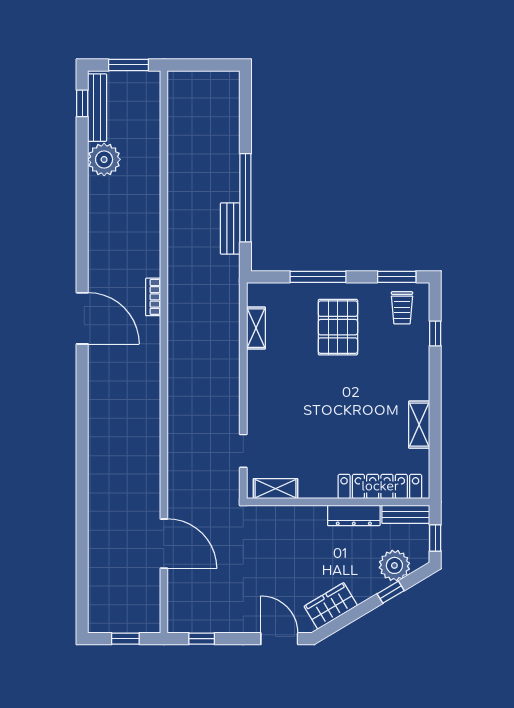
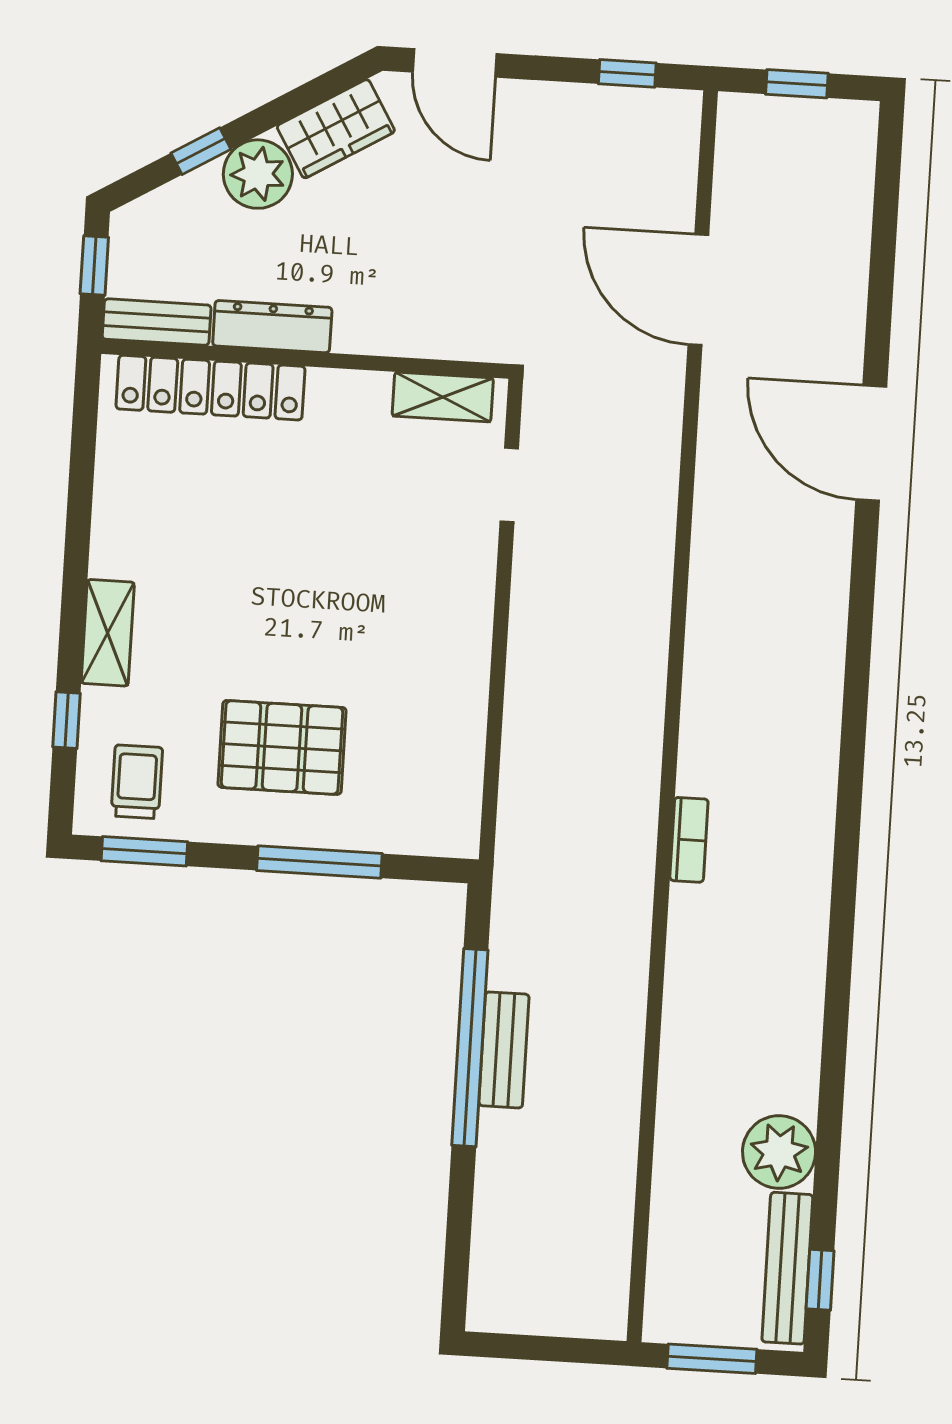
bench: (230, 228) -> (504, 1050), moved
door: (82, 318) -> (871, 443), moved
pallet: (338, 327) -> (282, 747), turned 90
shelving: (256, 328) -> (464, 757), removed
shelving: (419, 425) -> (108, 633), moved
plant: (394, 565) -> (258, 174), moved

